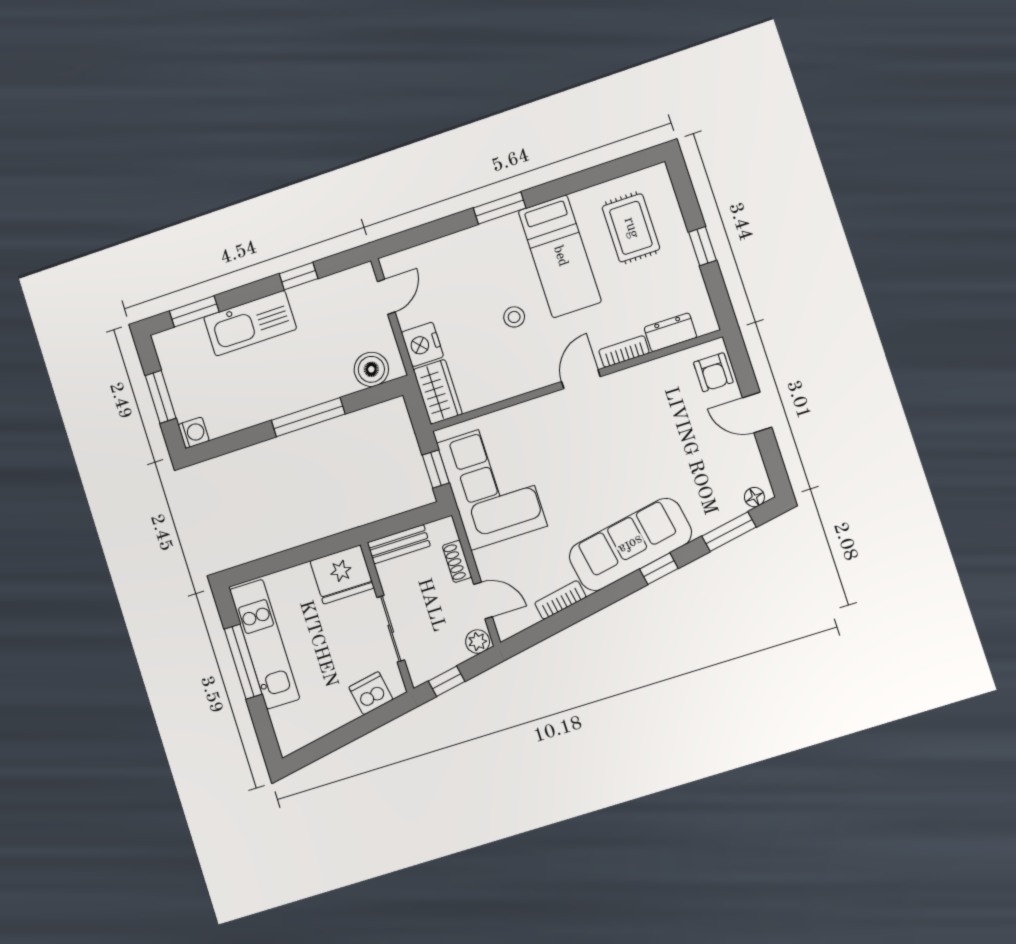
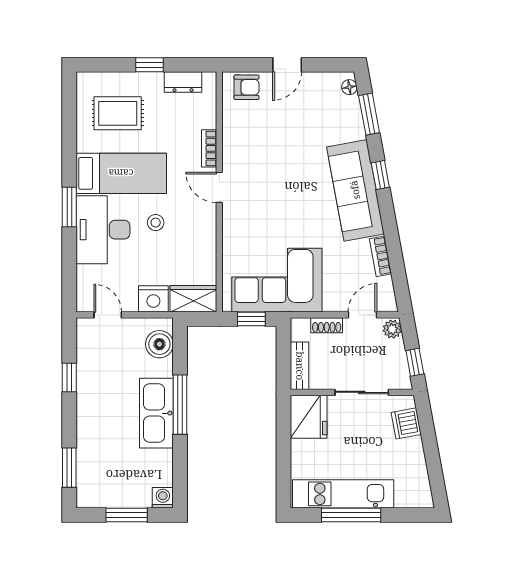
desk: (485, 257) -> (103, 230), added
kitchen sink: (250, 323) -> (156, 413), moved, turned 180
dresser: (670, 332) -> (183, 82), moved, turned -90

